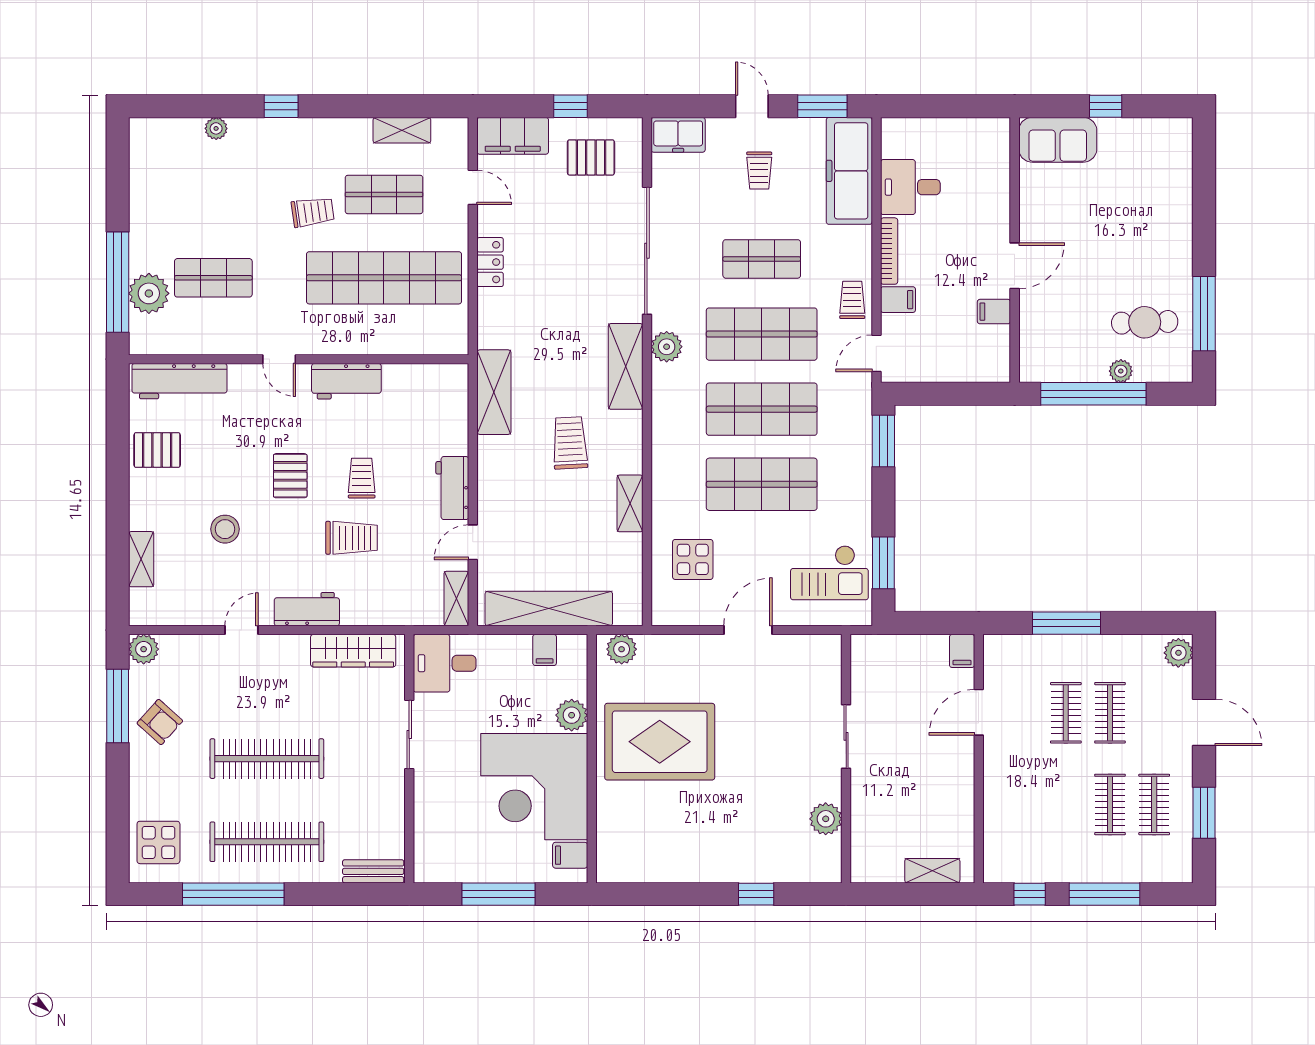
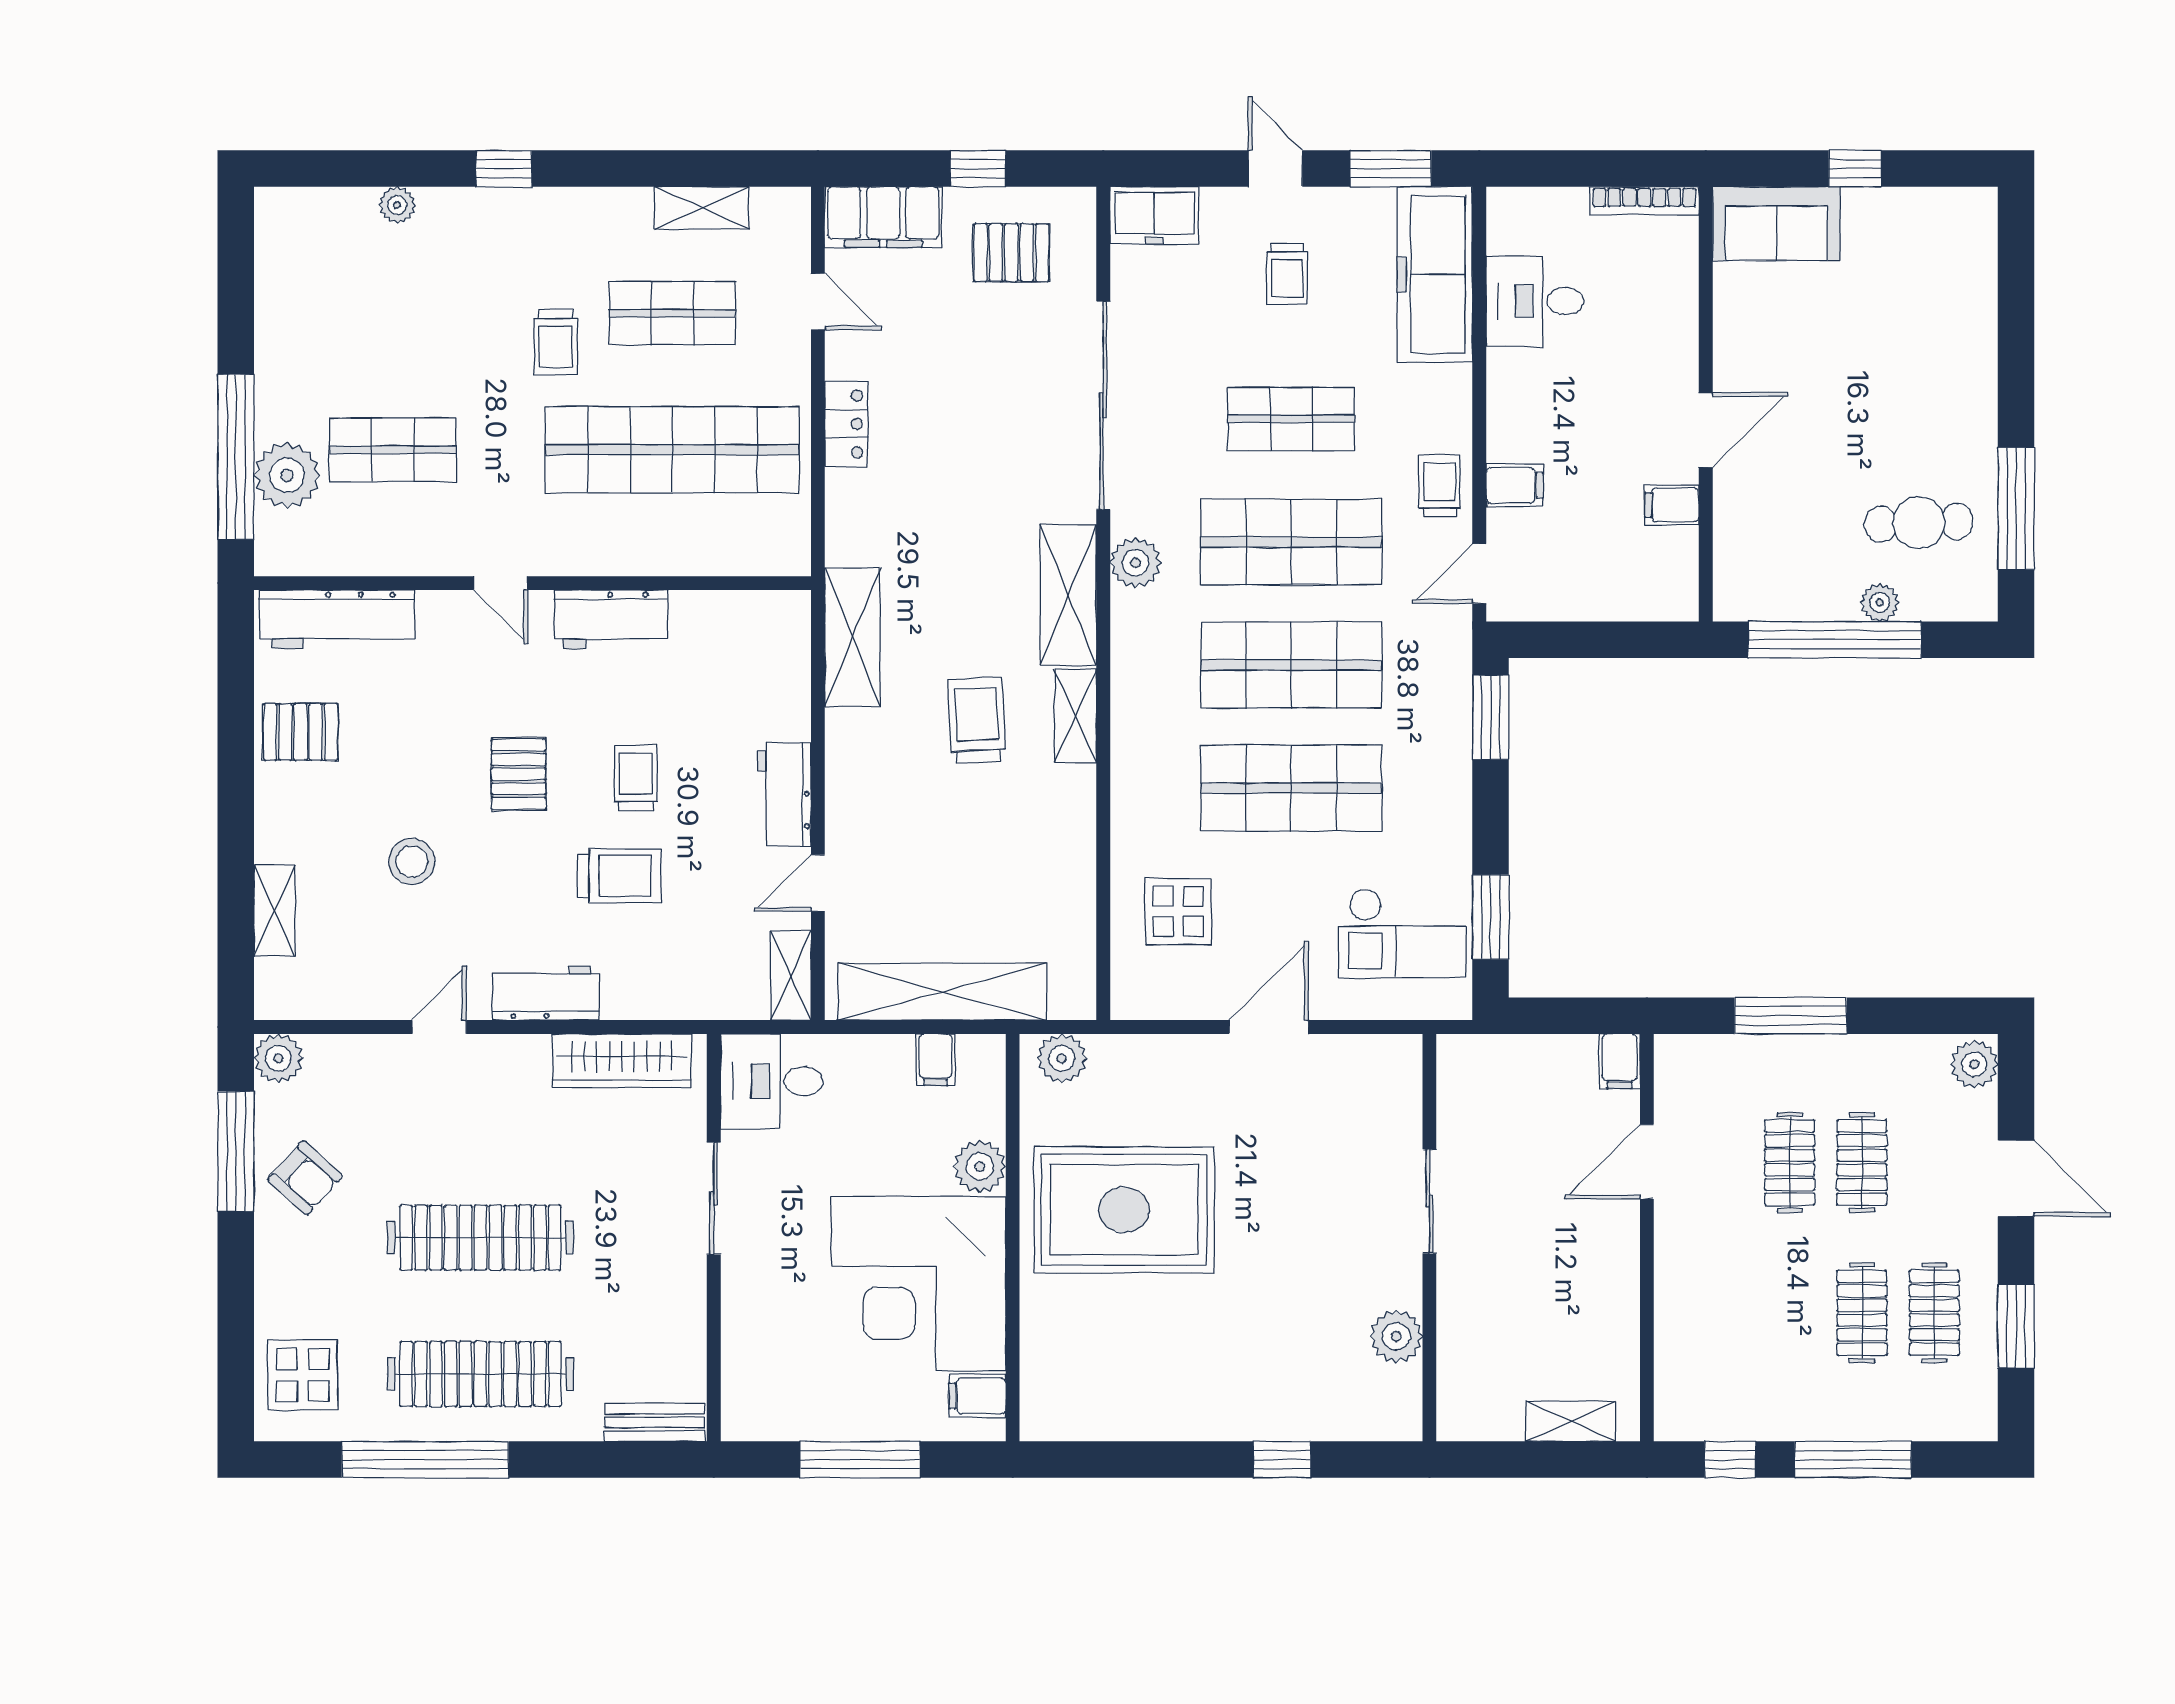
trolley: (313, 212) -> (556, 342), turned 98
bookcase: (889, 251) -> (1644, 201), moved, turned 90
shelving: (630, 503) -> (1075, 716), moved

